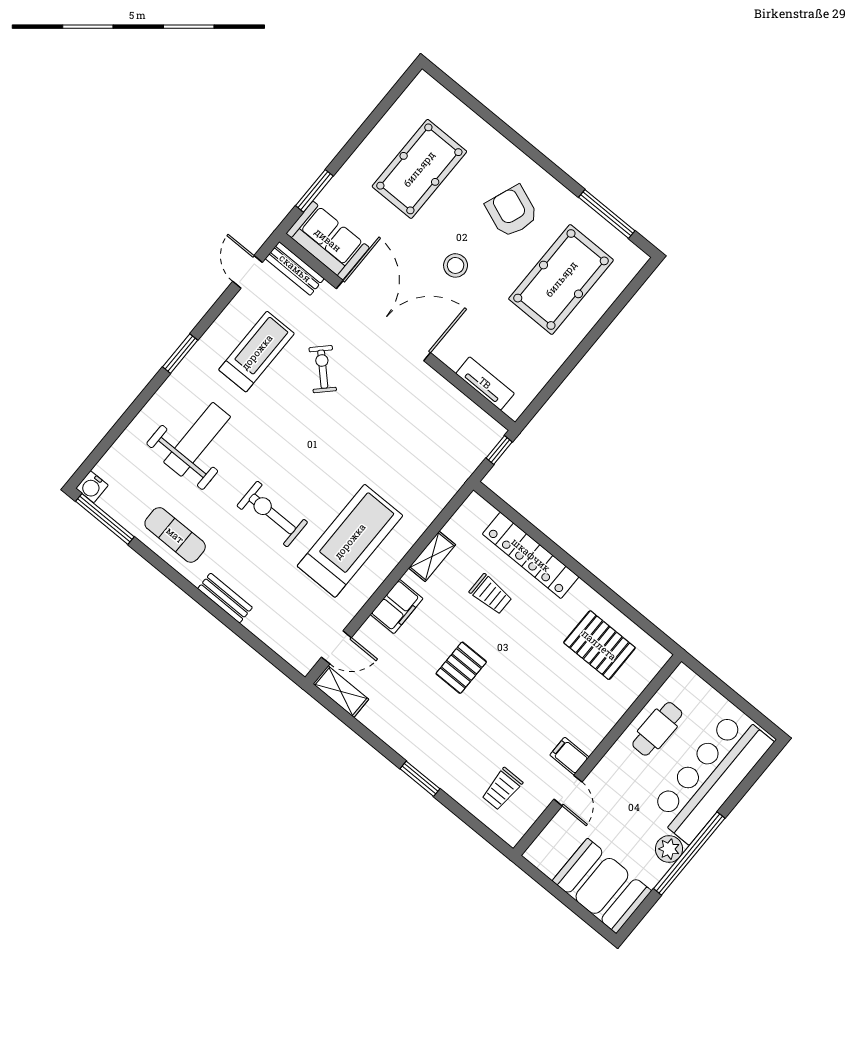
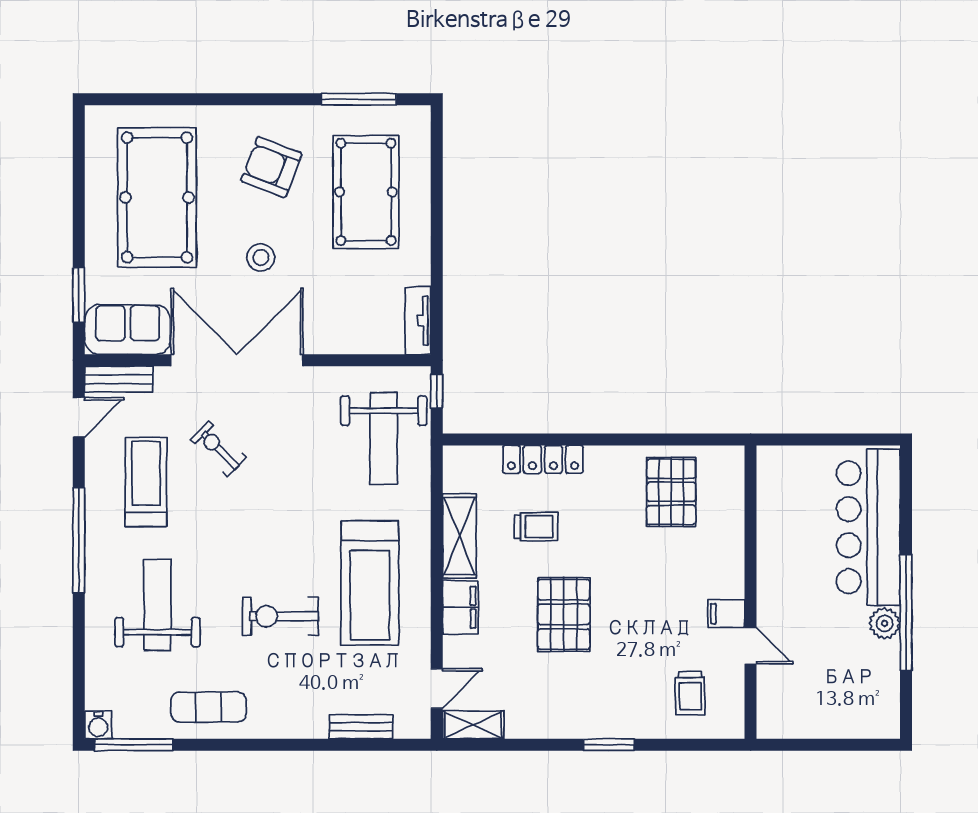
pool table: (419, 169) -> (157, 197), width x1.36, depth x1.32
door: (247, 272) -> (79, 417), swing flipped
window: (180, 354) -> (79, 540), width x2.11
tv unit: (485, 383) -> (418, 321), moved, turned -90
weight bench: (438, 453) -> (384, 438), added
treadmill: (350, 541) -> (370, 583), turned 180
locker: (531, 555) -> (543, 459), width x0.71, depth x0.83
shelving: (432, 556) -> (459, 536), width x1.50, depth x1.33
bench: (225, 598) -> (361, 727), moved
pallet: (599, 645) -> (671, 492), turned 90
pallet: (461, 668) -> (564, 614), width x1.50, depth x1.42
cafe table: (657, 729) -> (785, 524), removed
booth: (602, 886) -> (852, 706), removed

